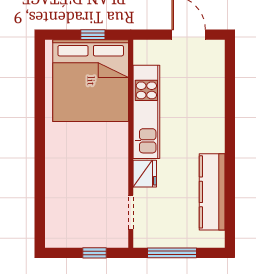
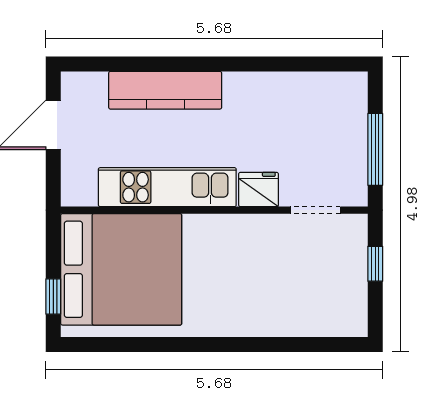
window: (93, 35) -> (53, 296), moved
kitchen counter: (212, 192) -> (165, 90), moved

